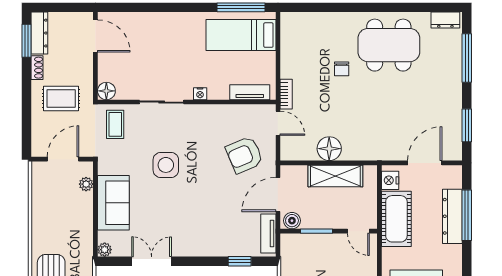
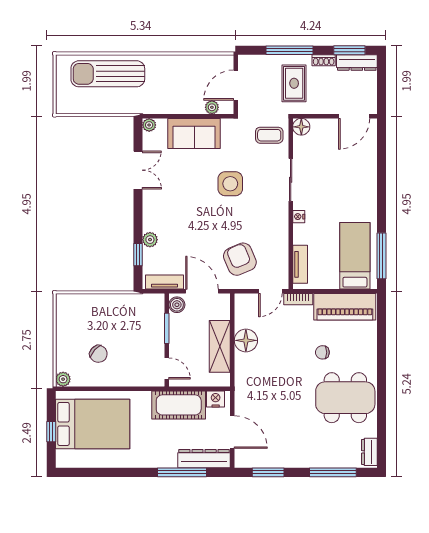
dining table: (389, 45) -> (345, 398), turned 90
piano: (294, 46) -> (345, 307), added
window: (27, 103) -> (289, 50), added
door: (63, 159) -> (236, 85), swing flipped
dresser: (452, 216) -> (204, 459), moved
door: (358, 231) -> (167, 368), swing flipped
plant: (224, 249) -> (150, 240), added

